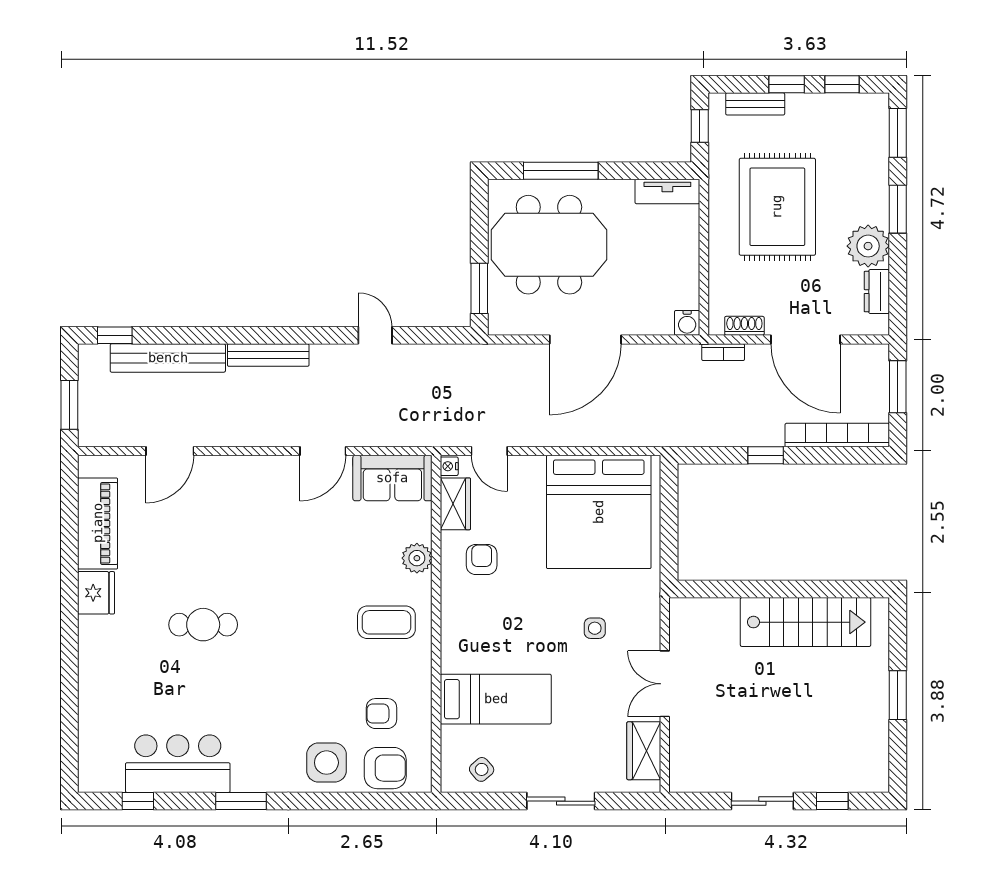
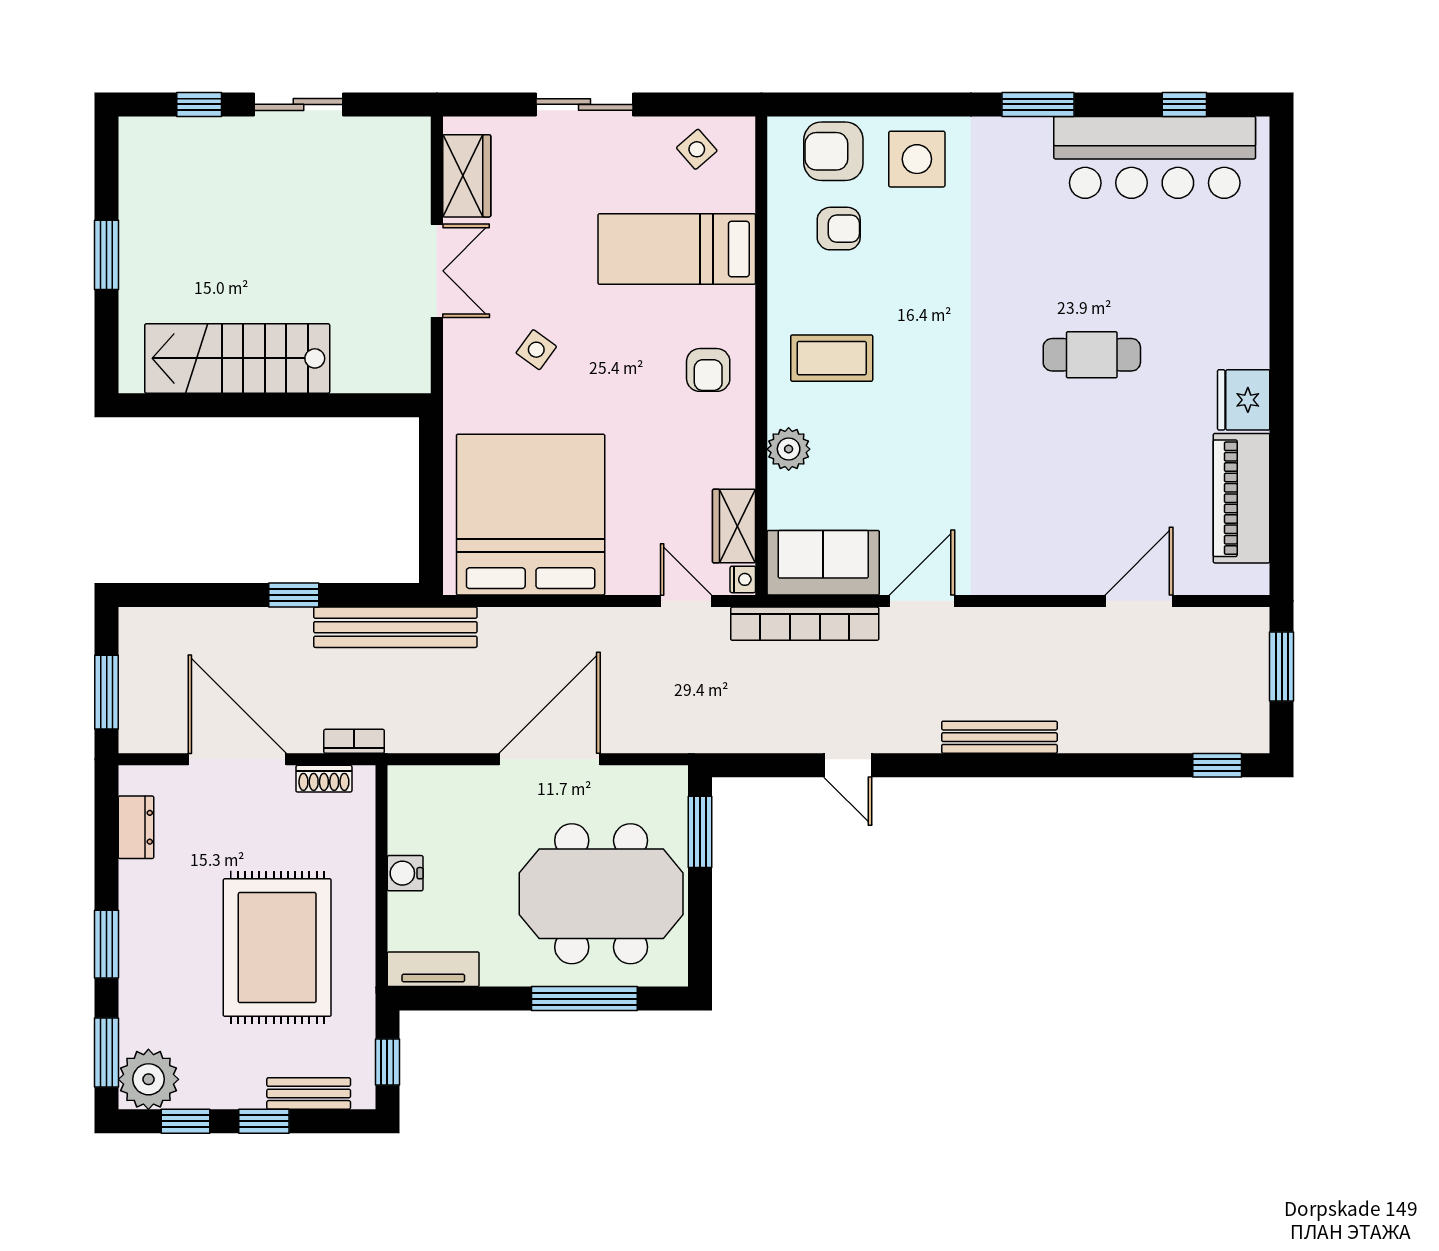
plant: (868, 246) -> (148, 1079), moved
water cooler: (687, 323) -> (405, 873), moved, turned -90
bench: (168, 358) -> (395, 627), moved
bookcase: (837, 435) -> (805, 624), moved
armchair: (482, 559) -> (708, 370), moved
side table: (595, 628) -> (536, 350), turned 36
bar counter: (178, 764) -> (1155, 157), width x1.36

